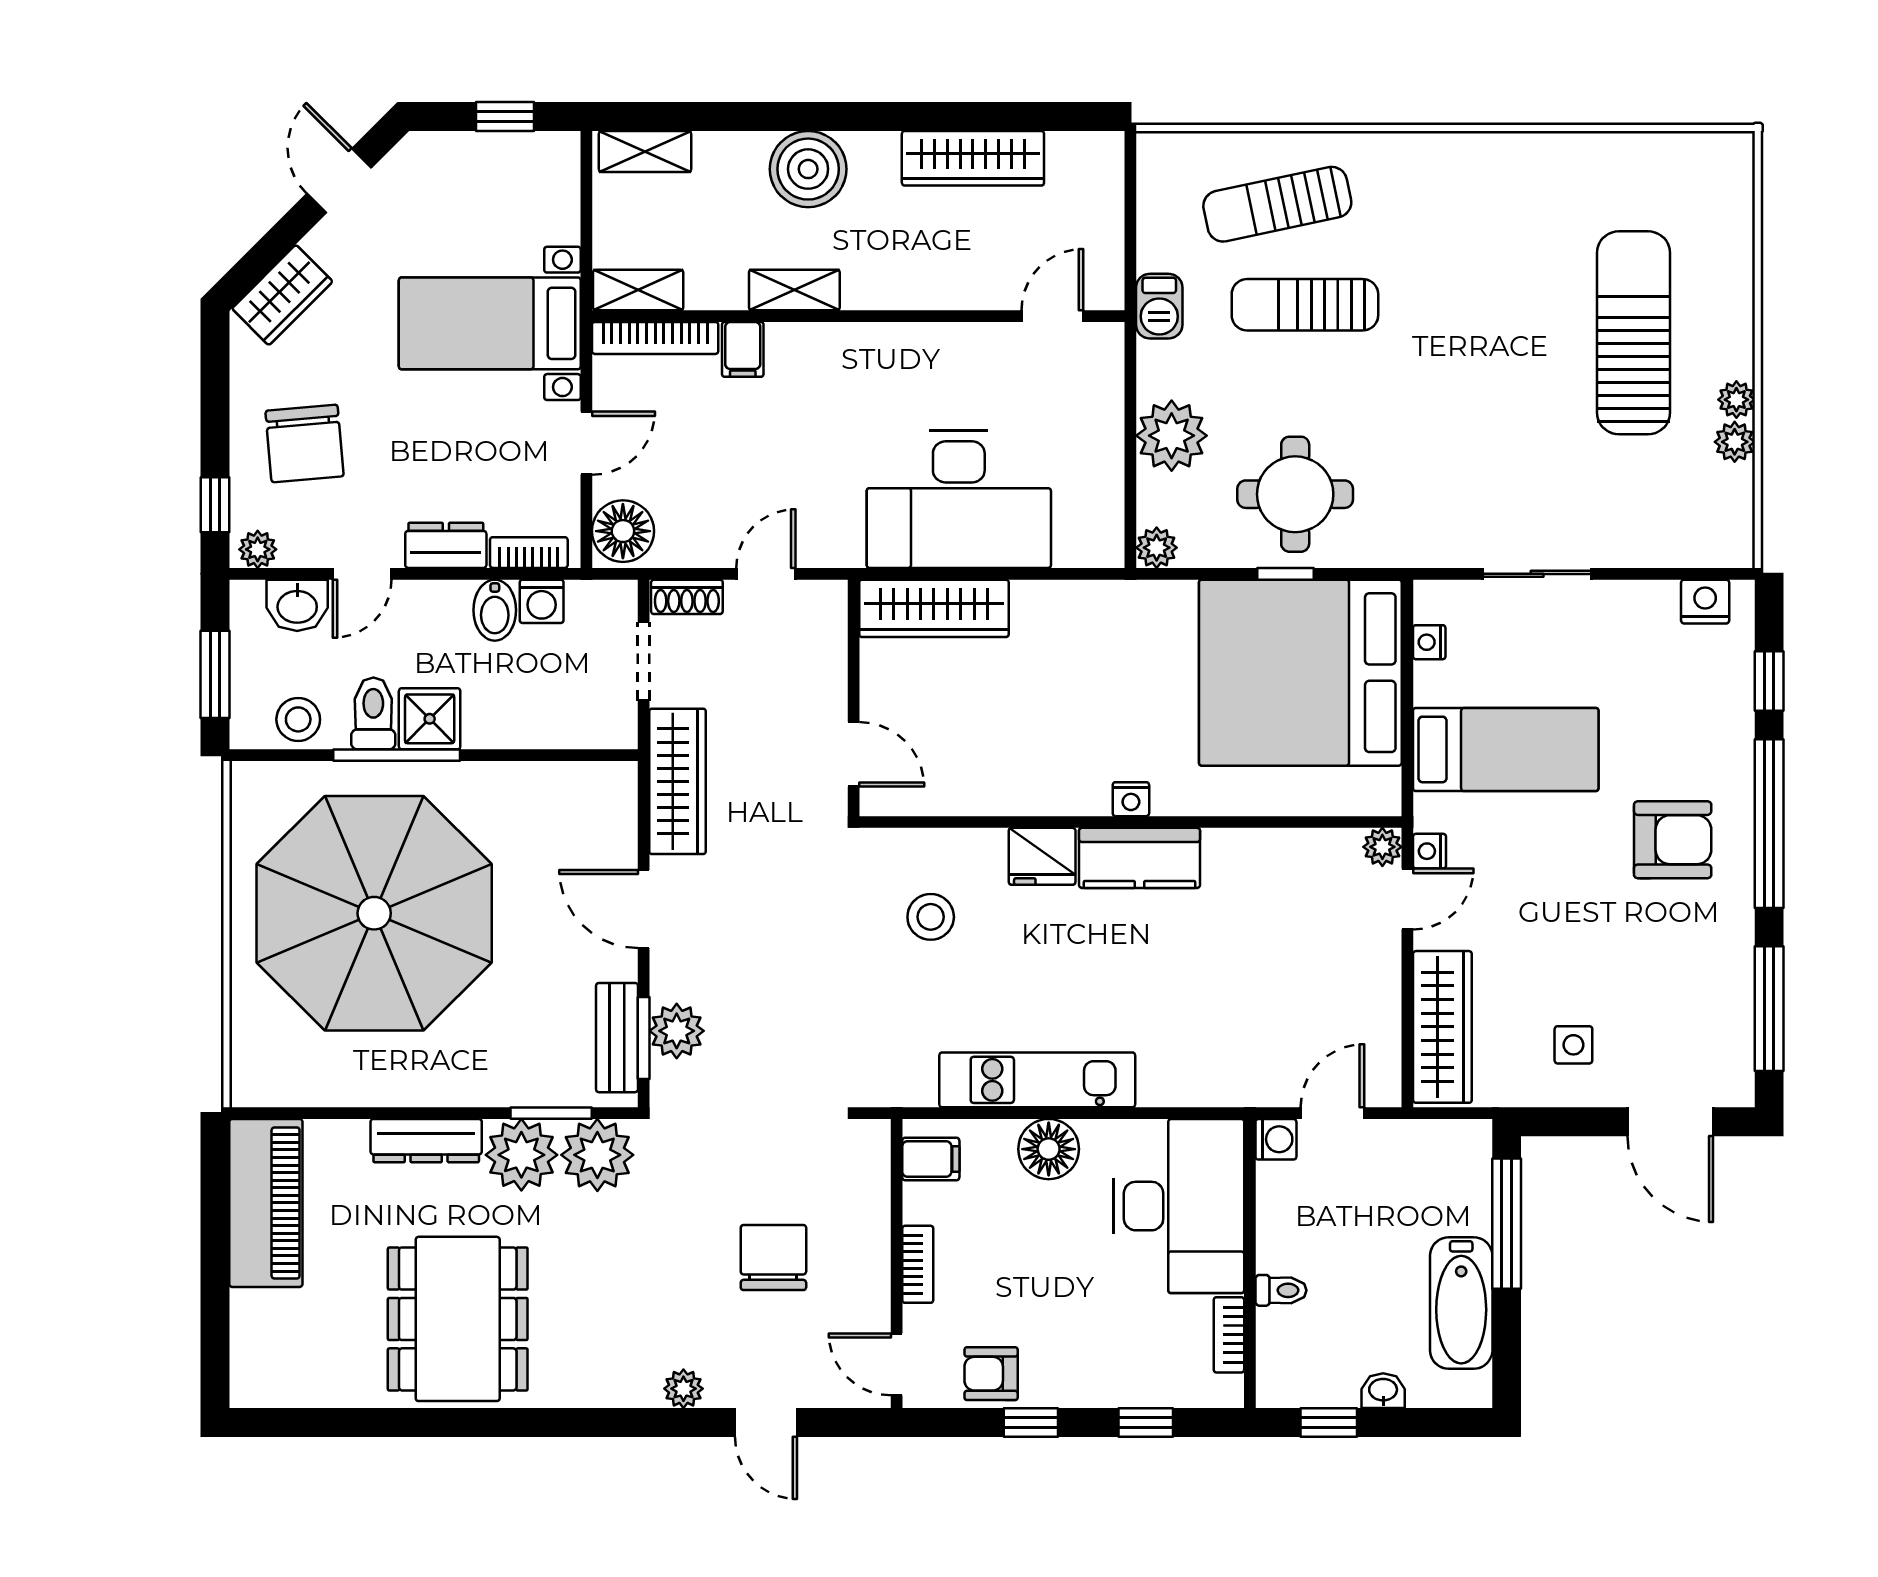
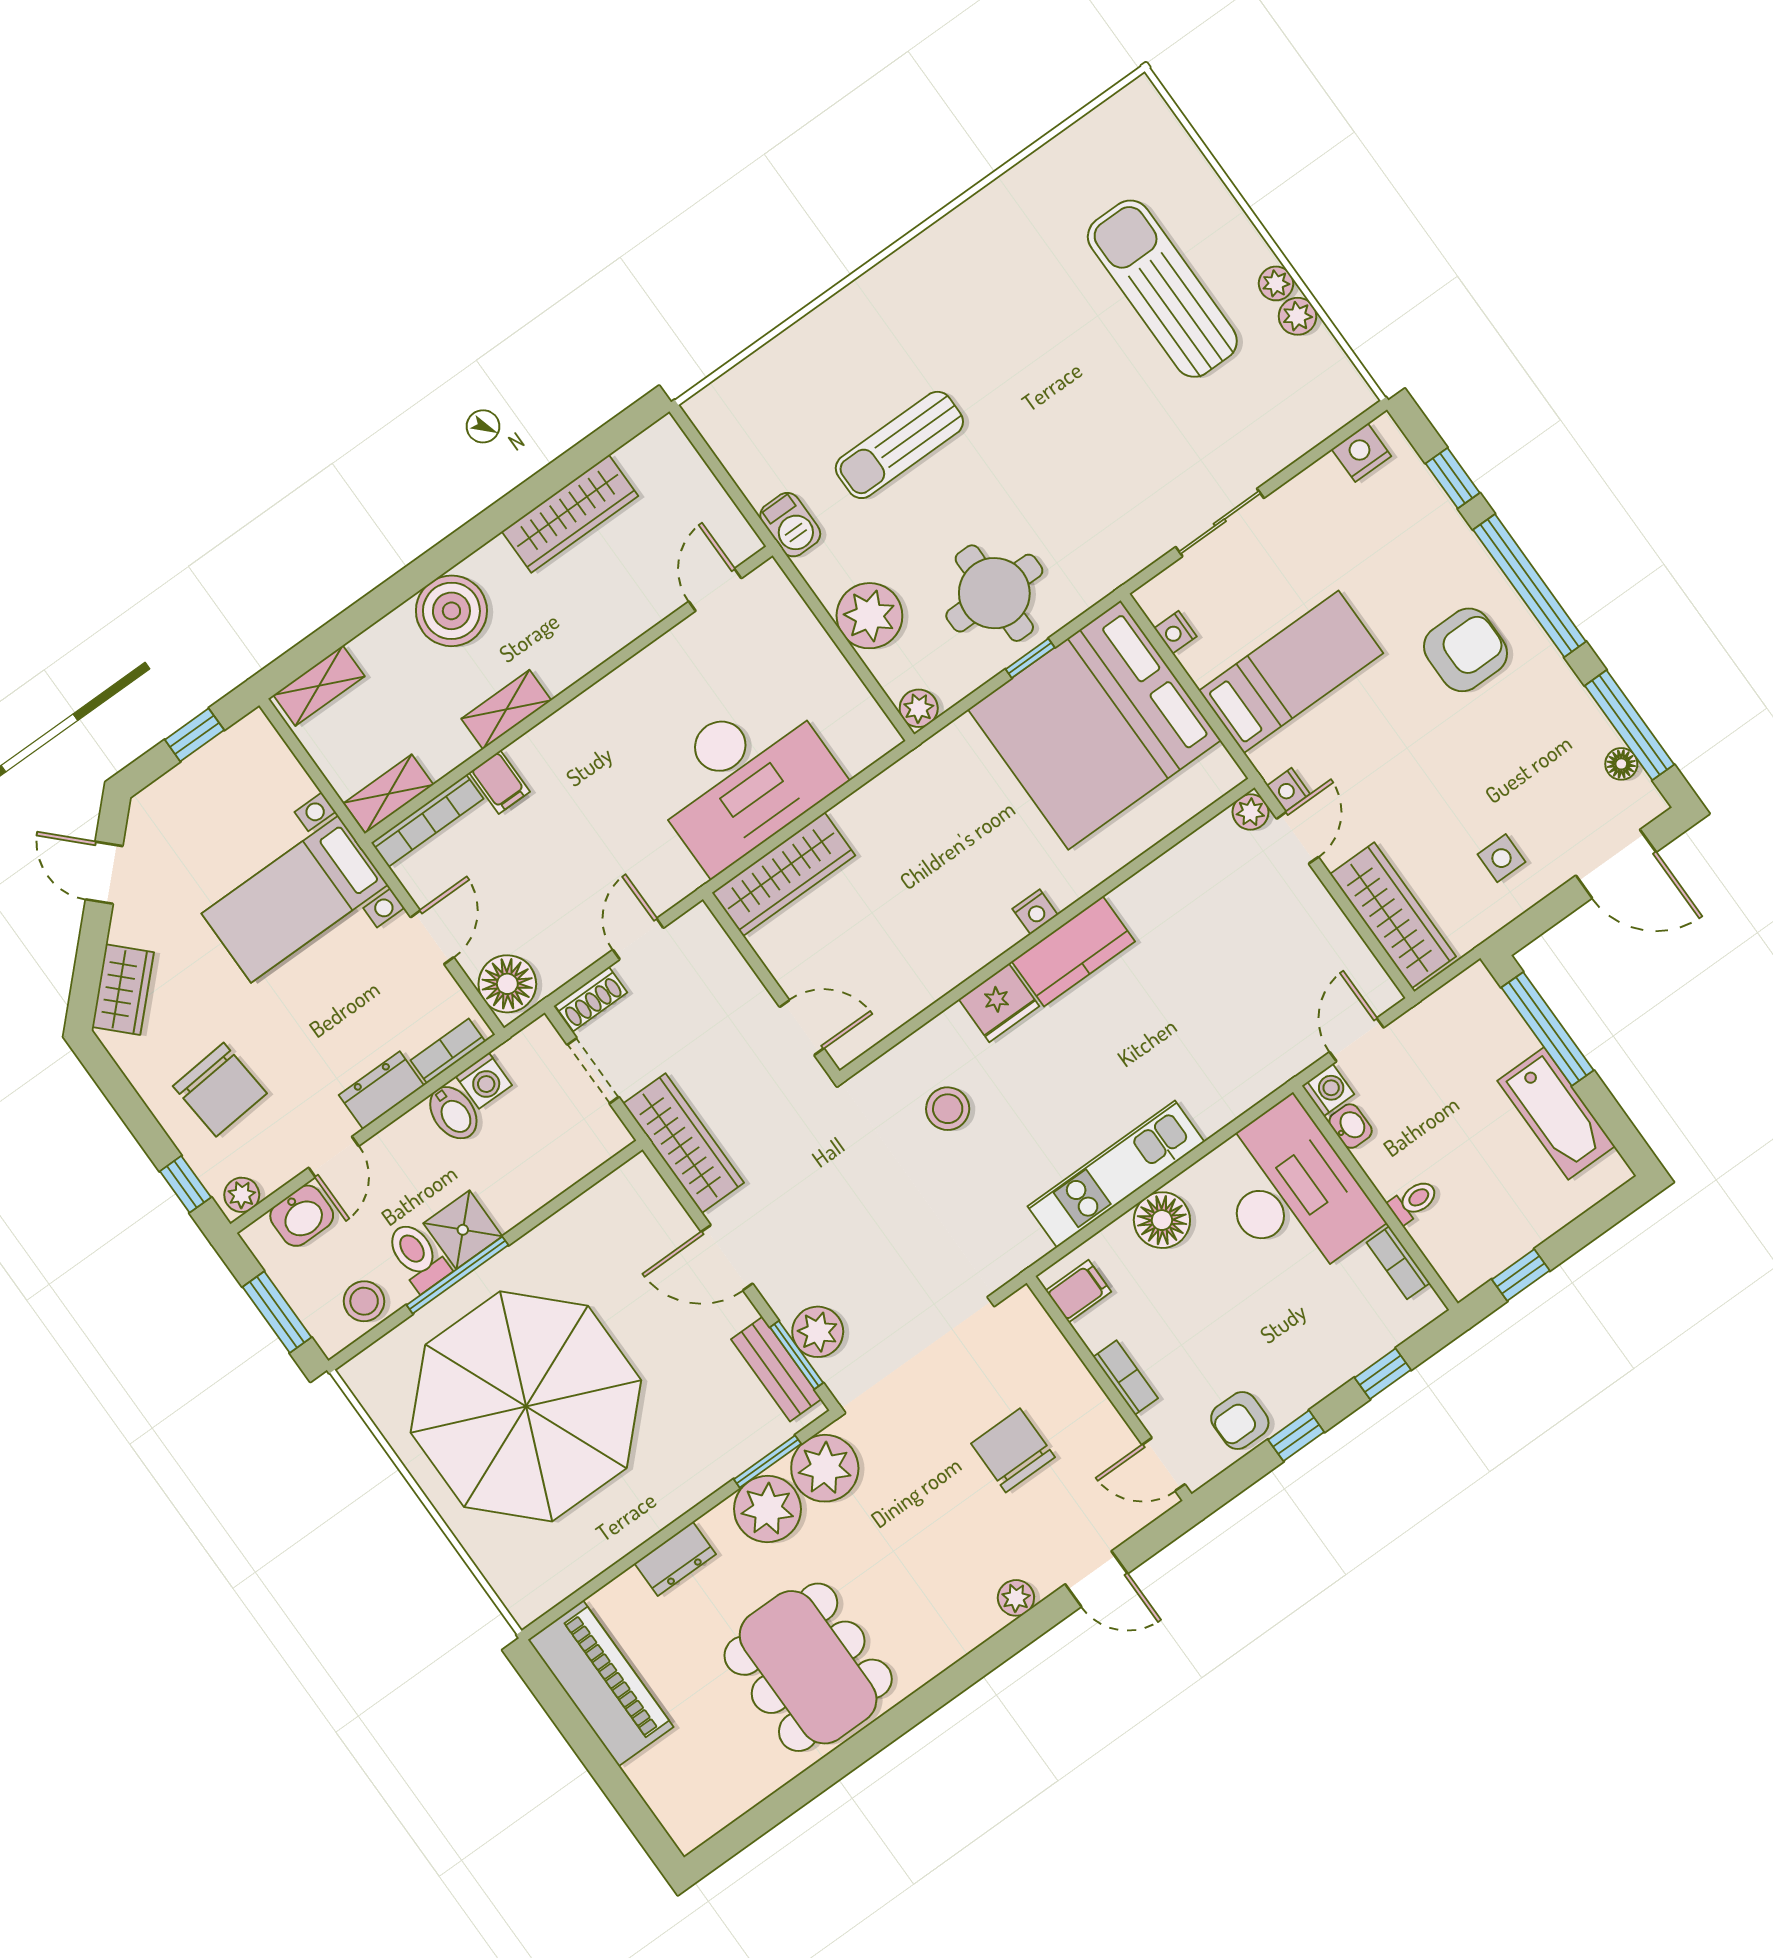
sun lounger: (1277, 204) -> (824, 384), removed
floor lamp: (1738, 1037) -> (1621, 764), added
dresser: (426, 1141) -> (675, 1559), width x0.70
washbasin: (1383, 1391) -> (1351, 1126), moved, turned 90

